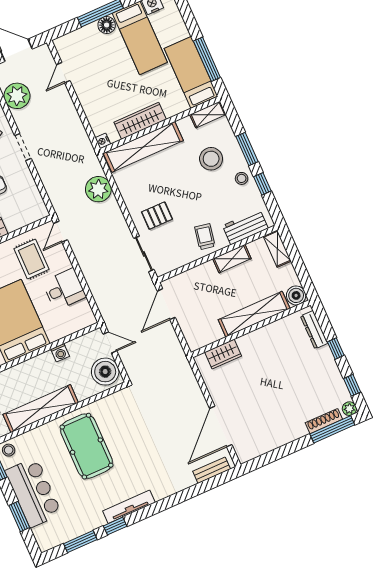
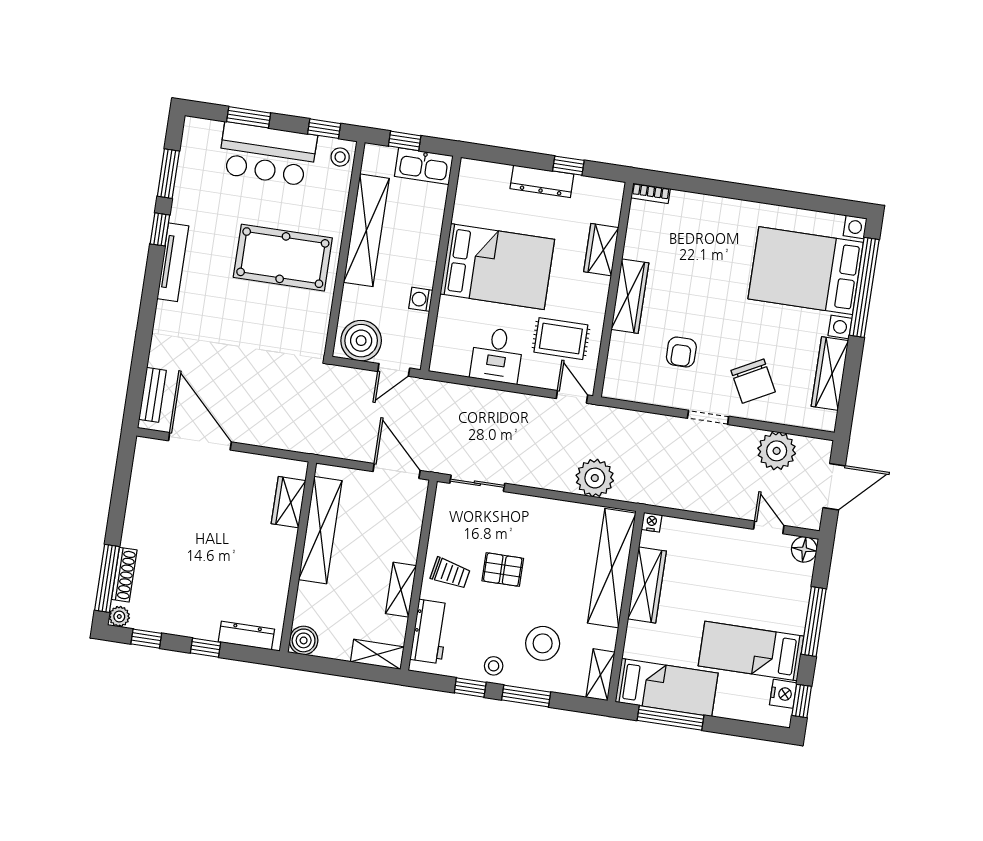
floor lamp: (107, 25) -> (804, 549), moved
pallet: (157, 216) -> (503, 570), moved, turned 90
shelving: (254, 314) -> (320, 530), moved

